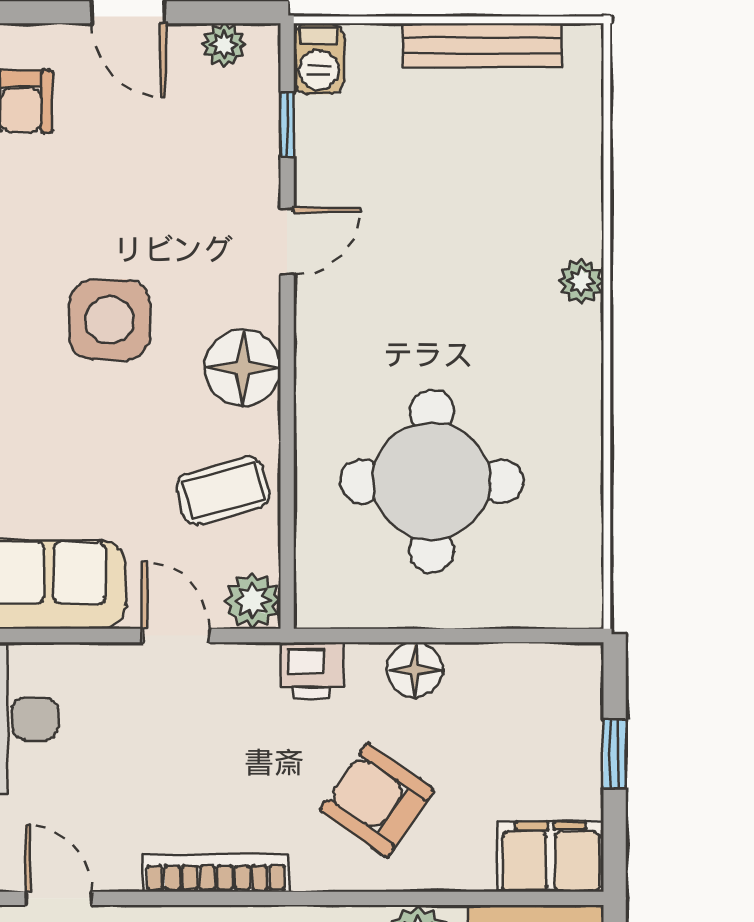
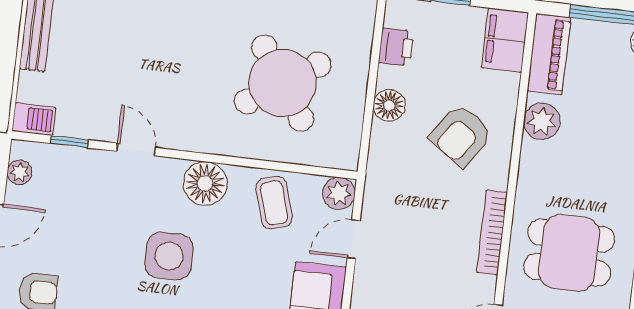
round table: (432, 481) -> (283, 83), turned -34
printer: (311, 670) -> (396, 47), moved

